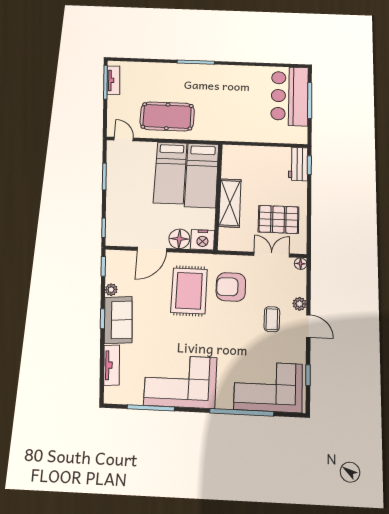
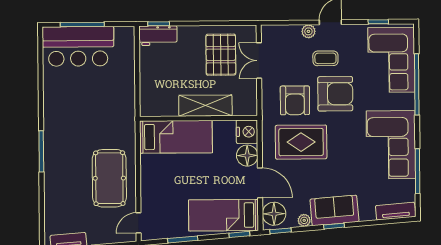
bed: (170, 173) -> (224, 215), moved, turned 180
floor lamp: (301, 264) -> (274, 214), moved, width x1.89, depth x1.89
armchair: (236, 327) -> (335, 94), added
tv unit: (112, 365) -> (396, 211), moved

